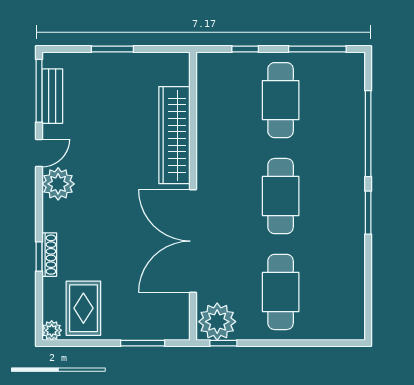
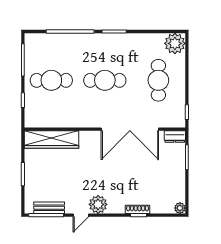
wardrobe: (174, 135) -> (51, 139), moved
door: (39, 153) -> (81, 215), swing flipped
cafe table: (281, 292) -> (158, 80), turned 90
rug: (83, 308) -> (167, 190), removed
dresser: (180, 322) -> (175, 137), added
plant: (217, 322) -> (175, 43), moved

